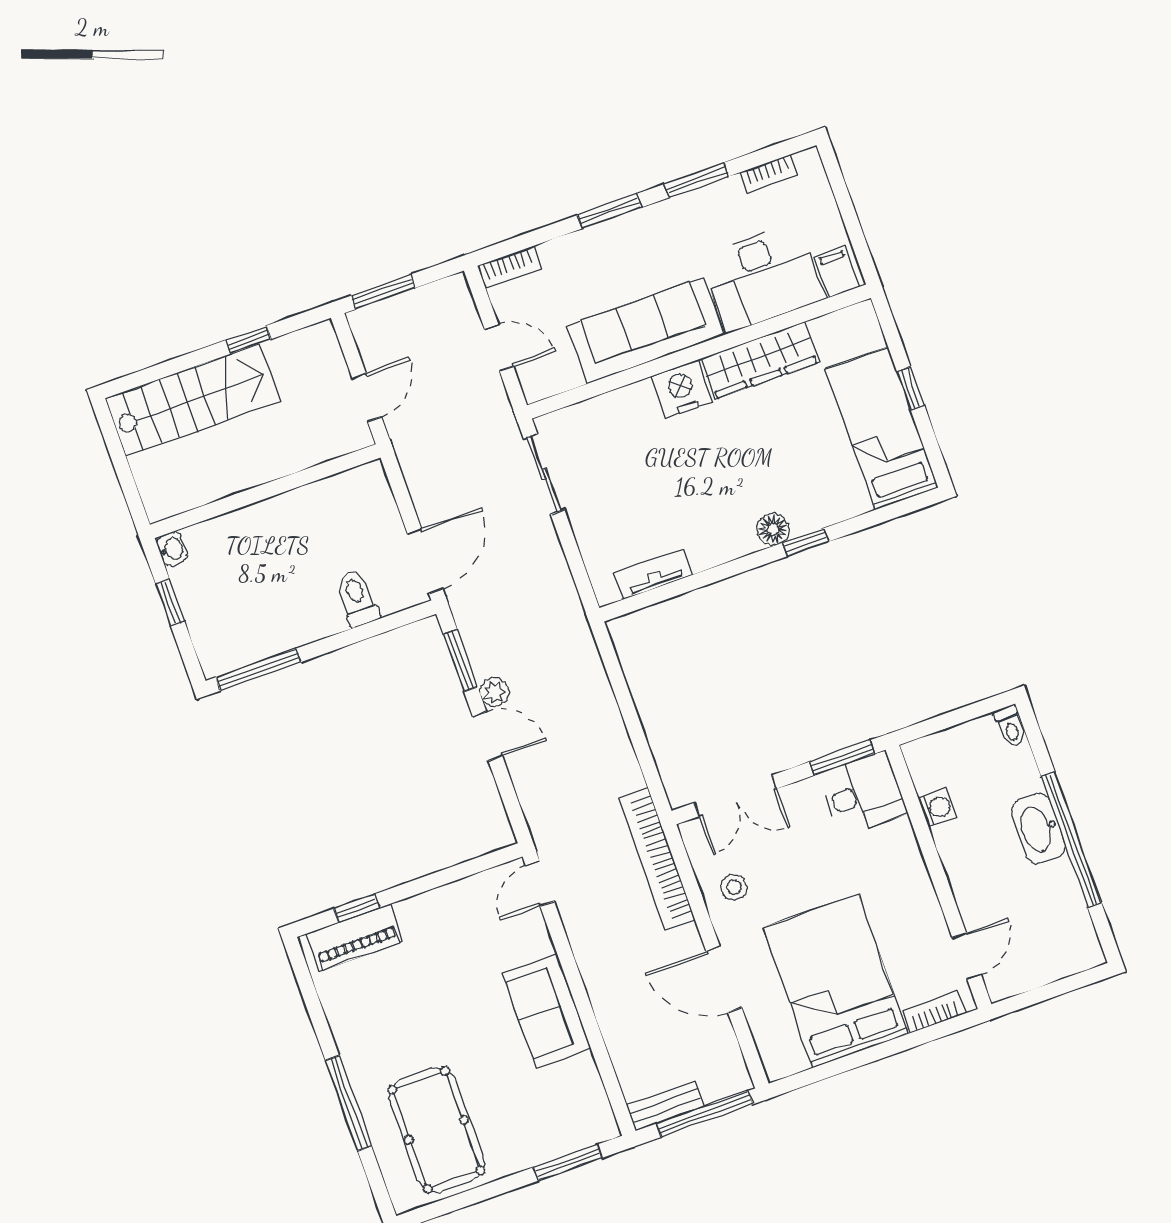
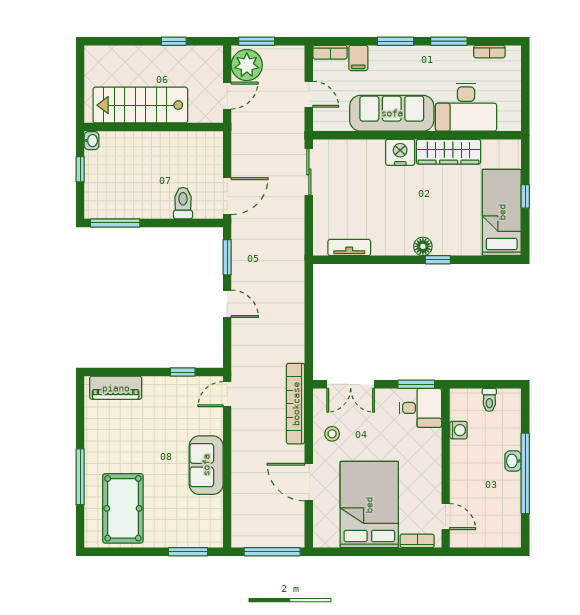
filing cabinet: (837, 272) -> (358, 58), moved, turned 180
stairs: (192, 400) -> (140, 105), moved, turned 180
plant: (494, 692) -> (247, 65), moved, width x1.88, depth x1.88
toilet: (1010, 726) -> (489, 400), moved
washbasin: (1038, 829) -> (513, 461), width x0.52, depth x0.69
window: (357, 908) -> (183, 372), moved
door: (967, 956) -> (446, 517), hinge flipped
bench: (665, 1106) -> (252, 540), removed

